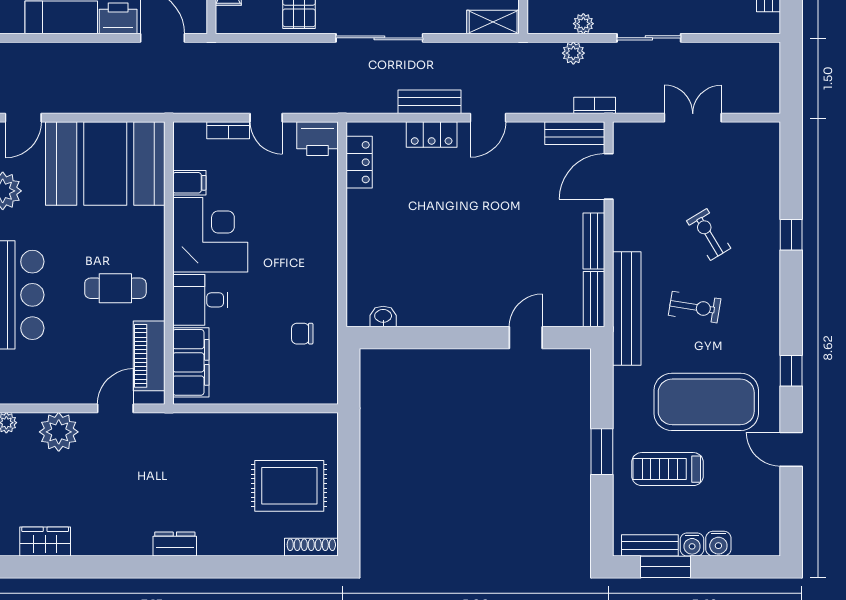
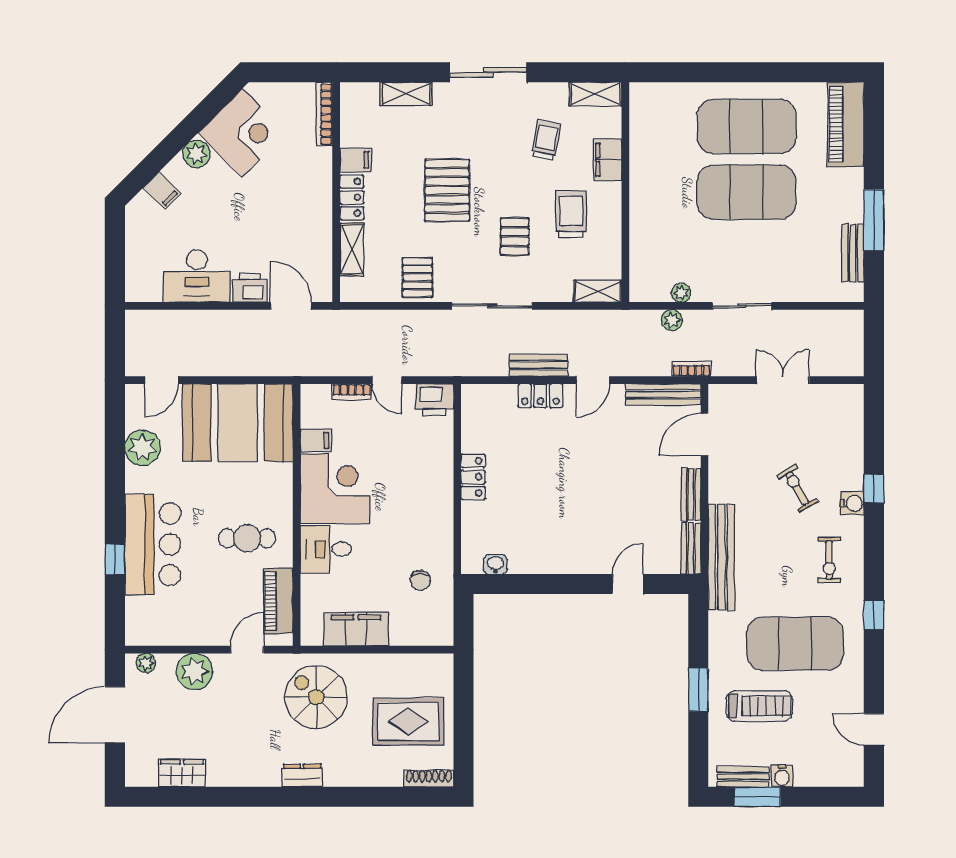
bench: (575, 133) -> (663, 394), width x1.36
locker: (359, 162) -> (473, 477), moved
exercise bike: (695, 307) -> (829, 560), moved, turned 81
chair: (302, 334) -> (420, 580), turned -90
filing cabinet: (191, 362) -> (356, 629), moved, turned -90
door: (791, 449) -> (874, 729), moved
spiral stairs: (190, 460) -> (316, 697), added
treadmill: (667, 469) -> (759, 706), turned 180
water cooler: (718, 544) -> (852, 503), moved, turned -90

